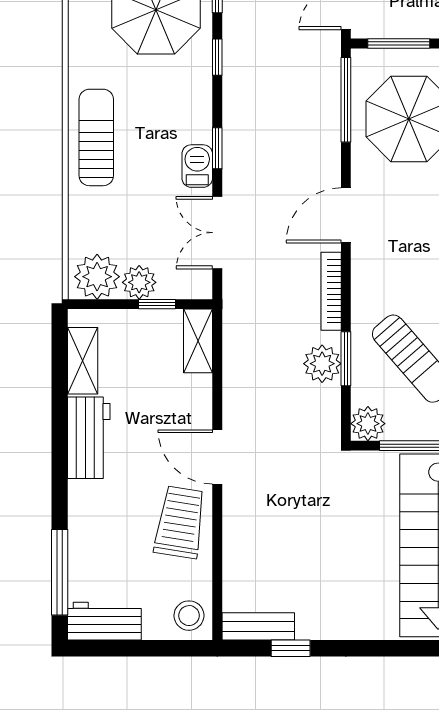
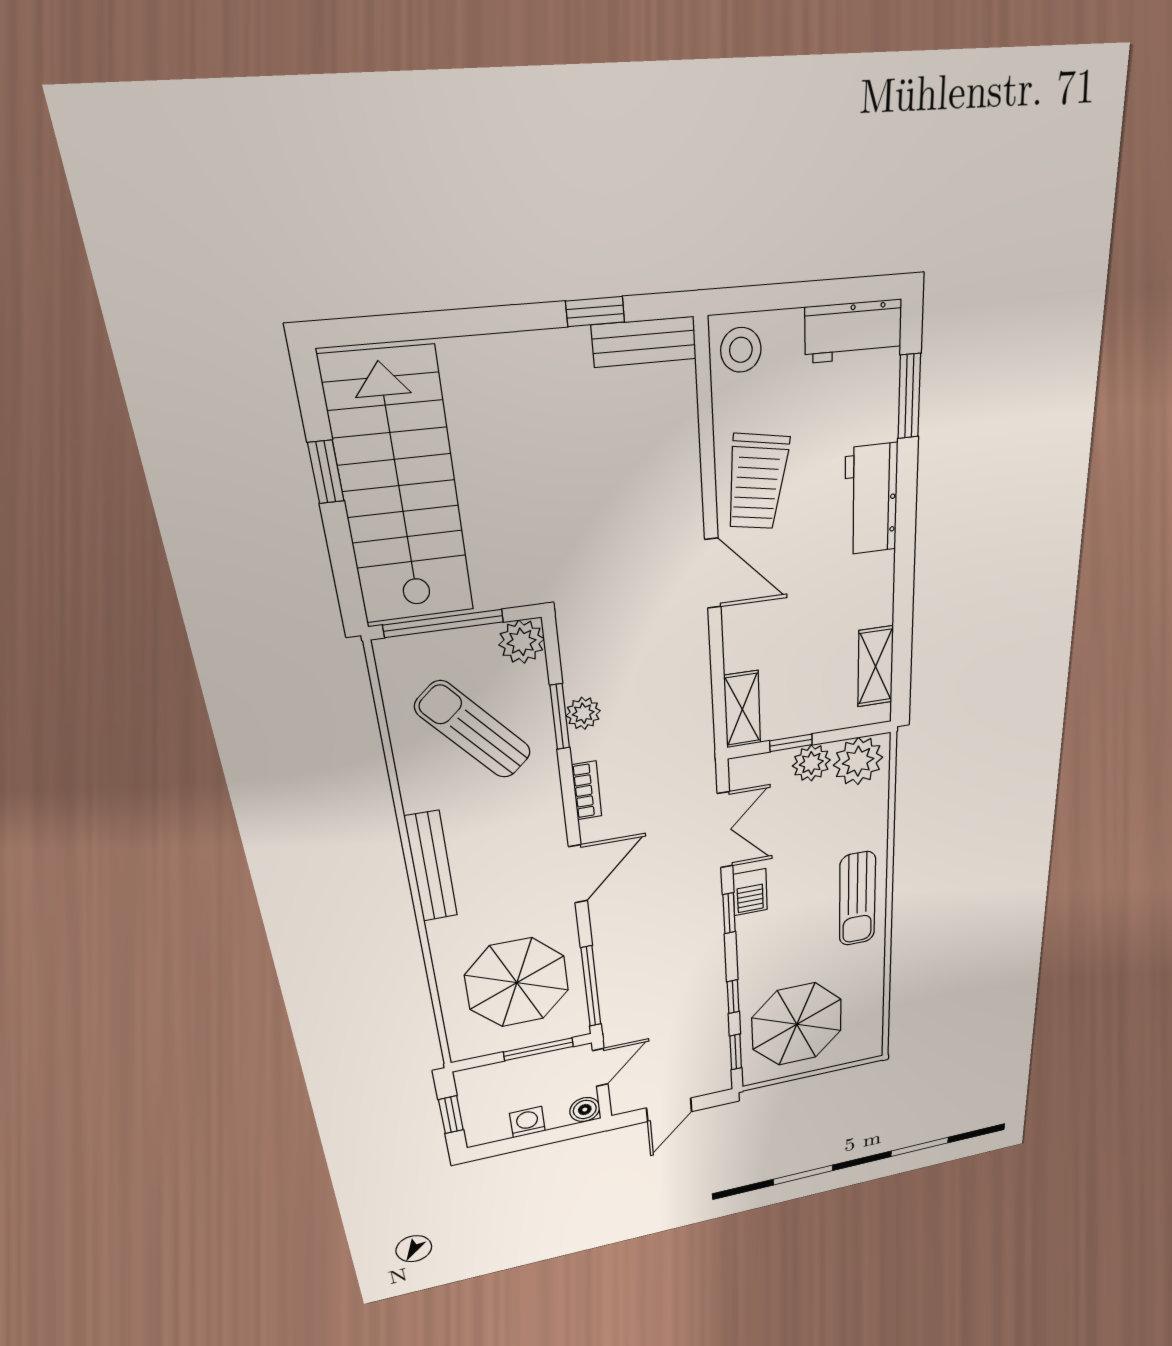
bookcase: (331, 291) -> (587, 790), width x0.64
plant: (322, 364) -> (583, 713), width x0.73, depth x0.73
workbench: (89, 438) -> (871, 499), moved
window: (60, 572) -> (909, 396), width x0.69

